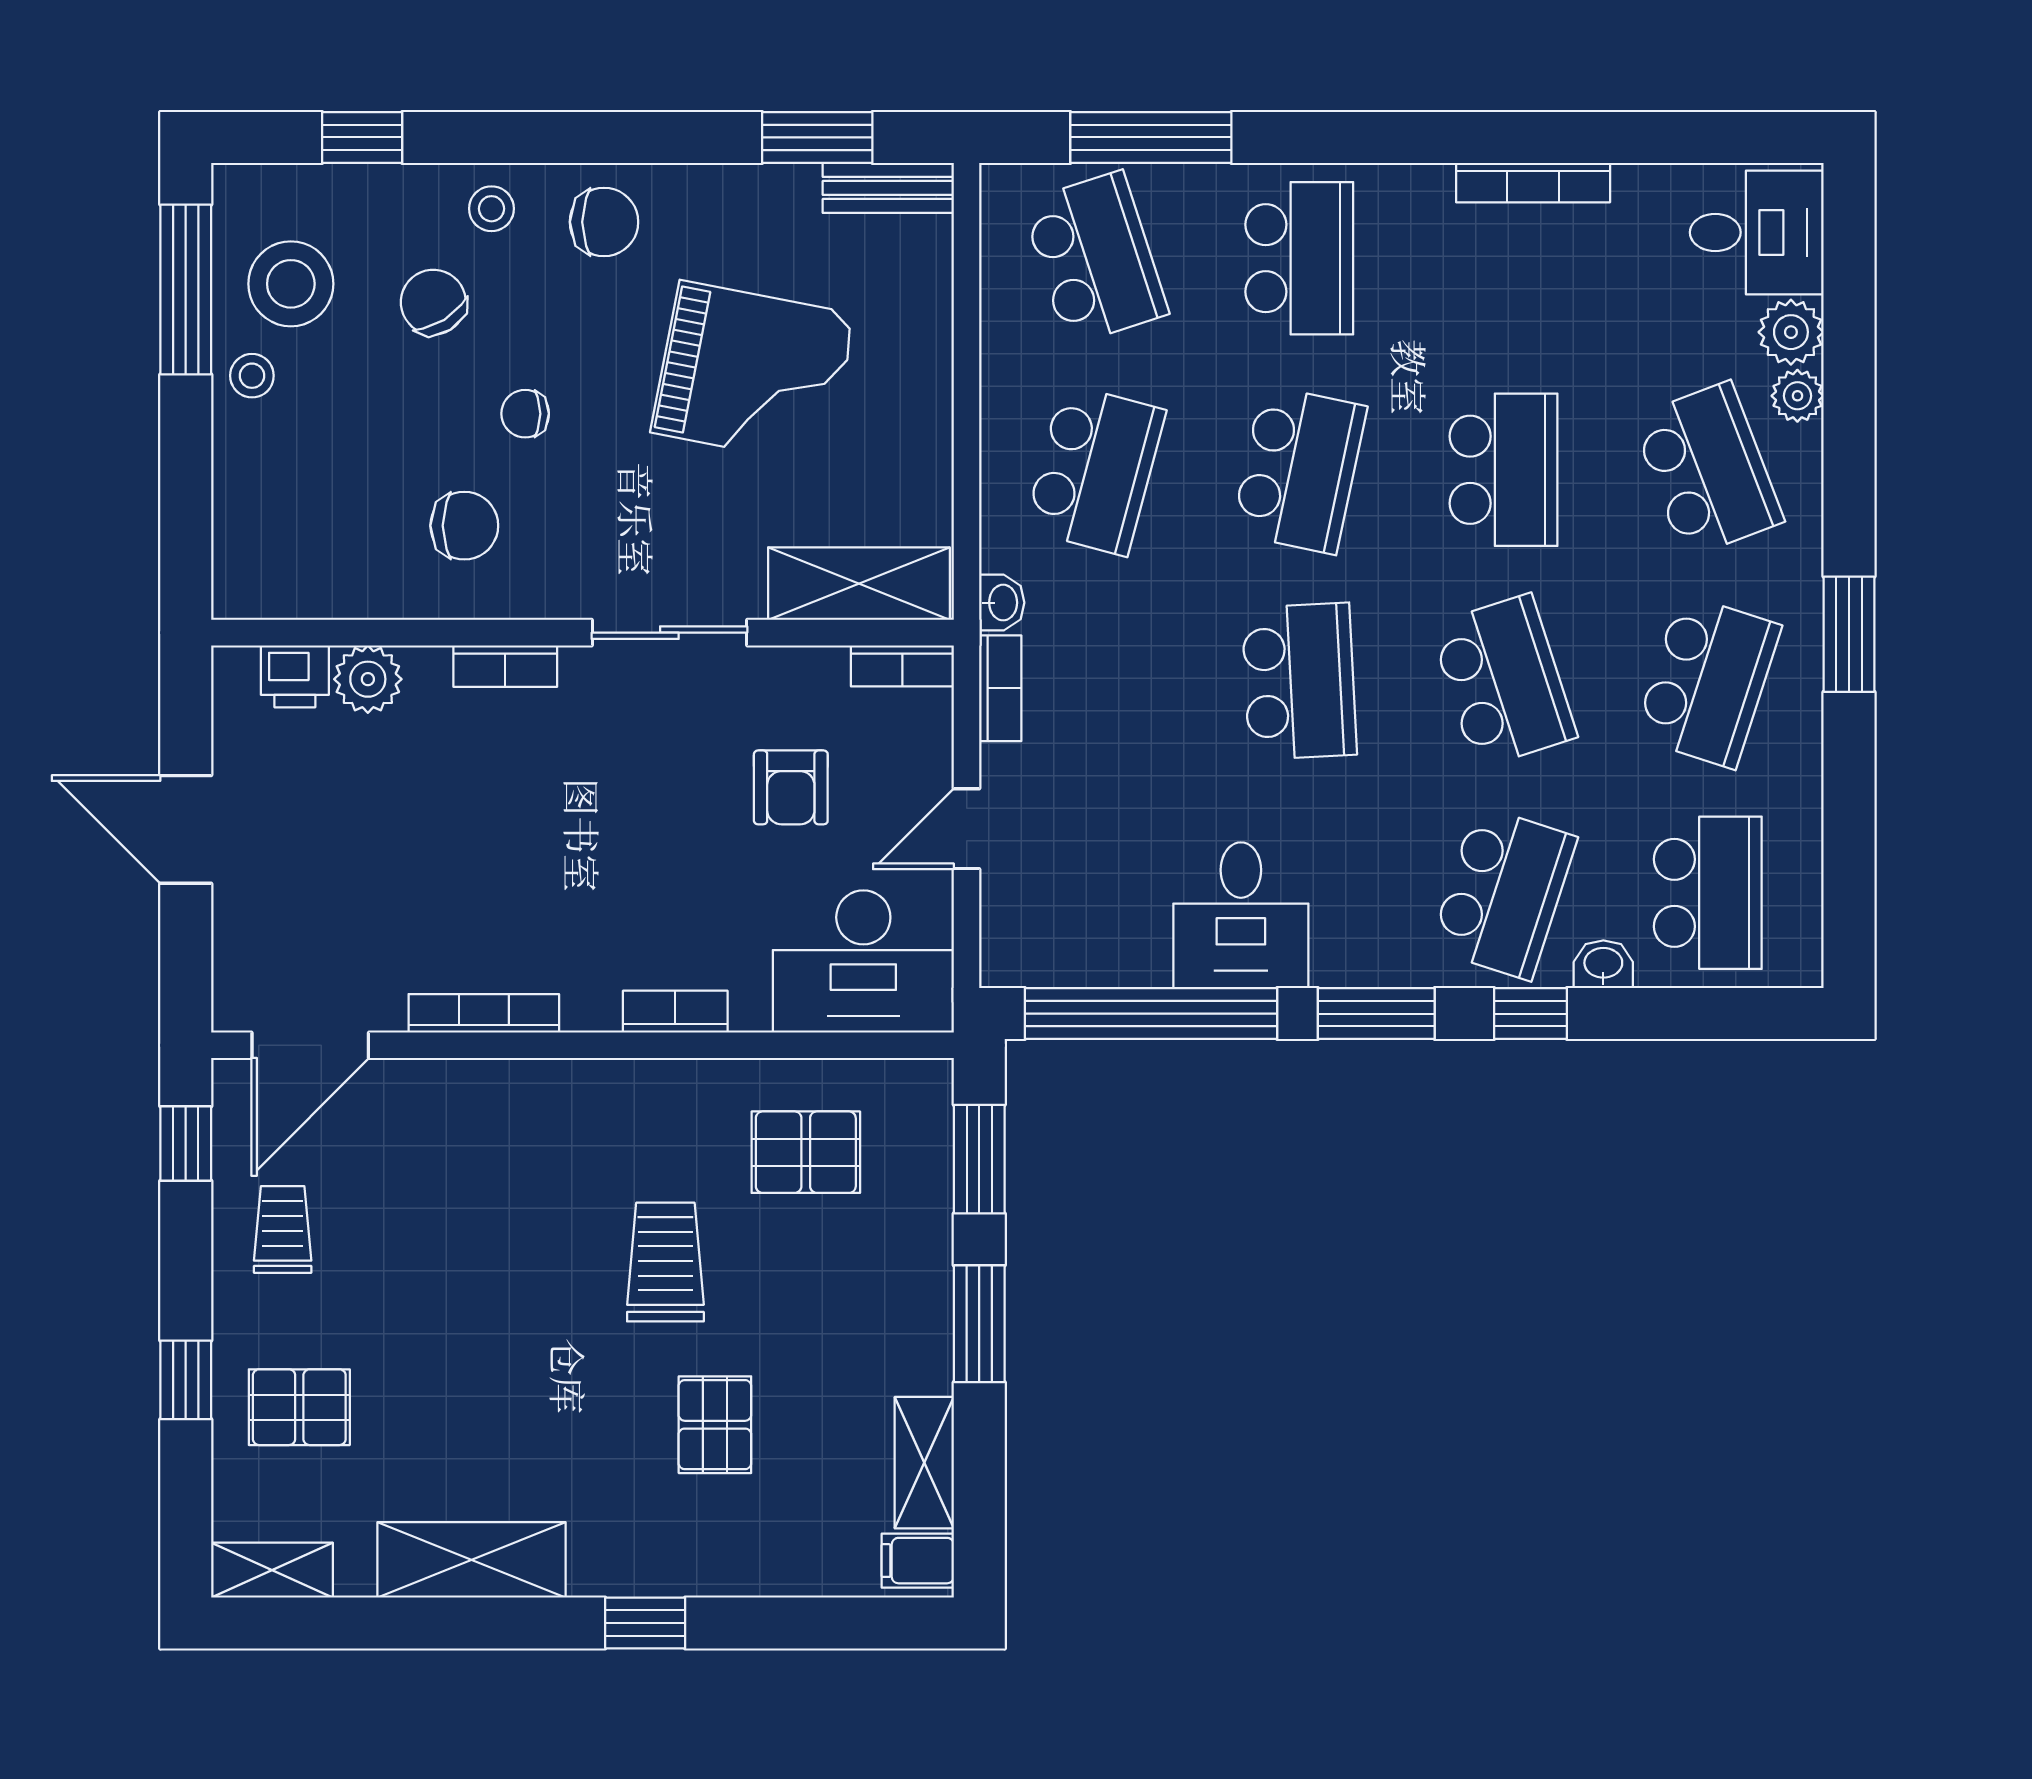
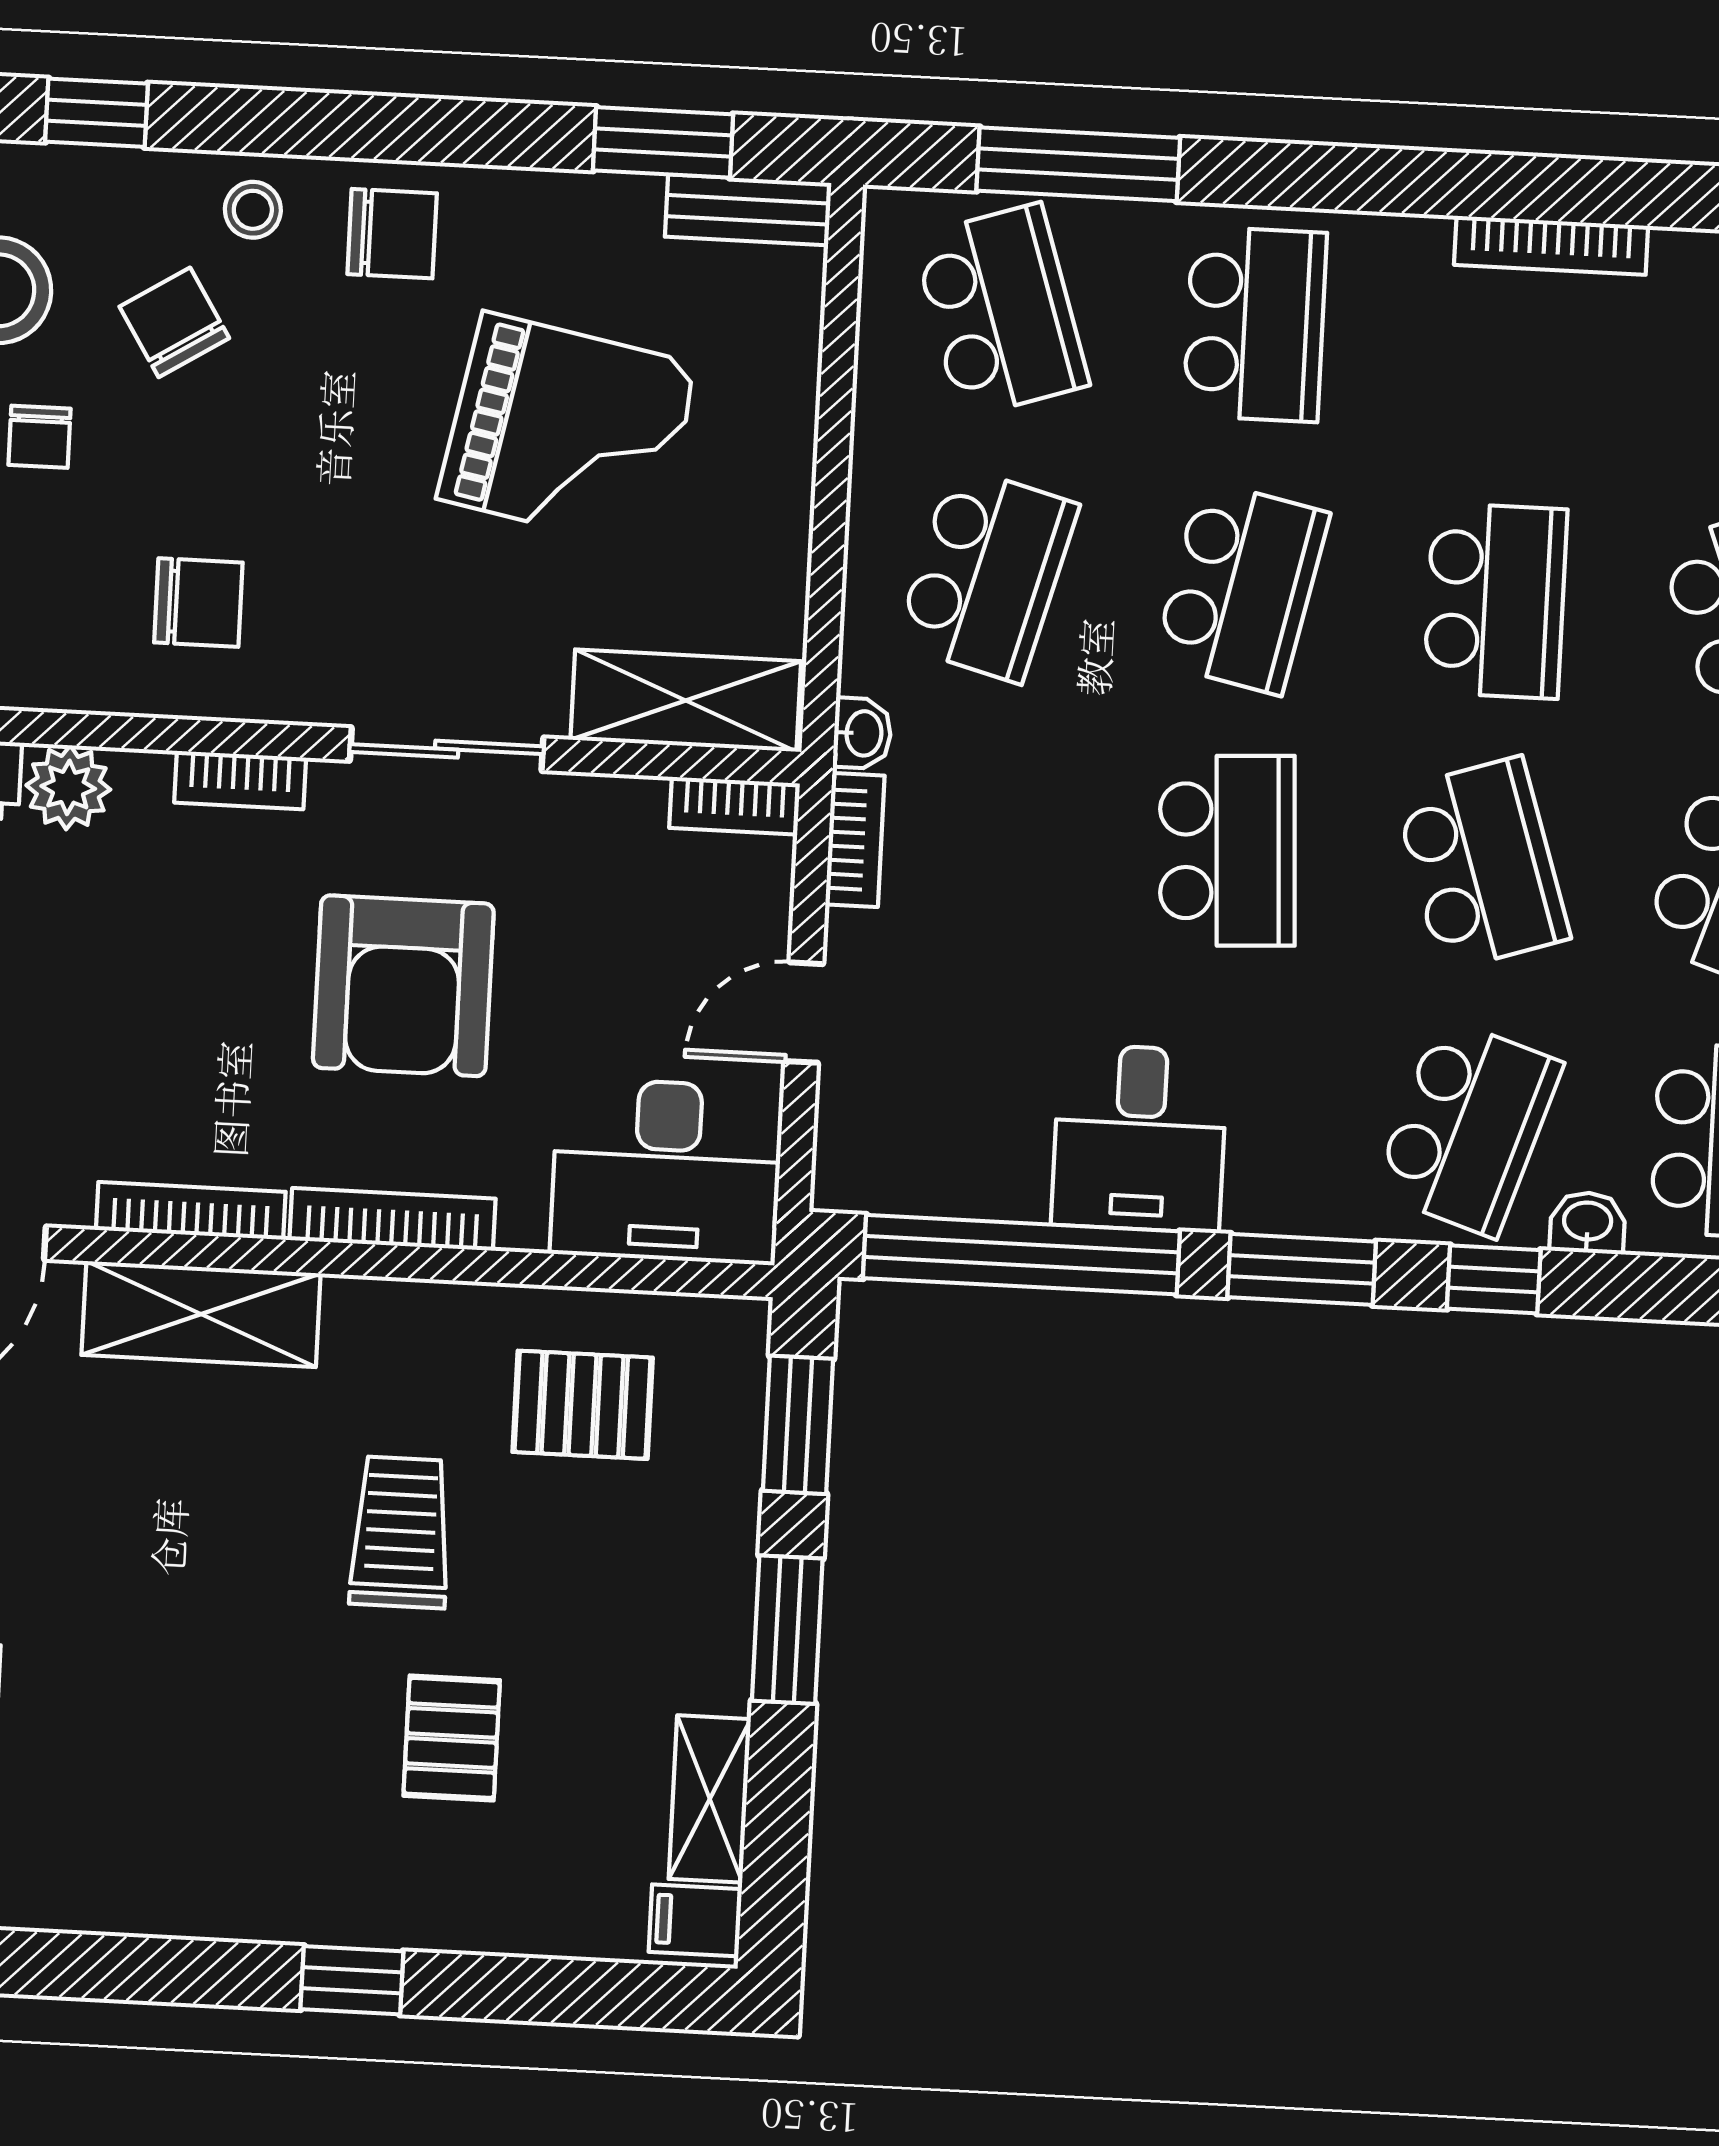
chair: (525, 414) -> (39, 437), moved, turned -90
armchair: (791, 787) -> (403, 986), moved, width x1.88, depth x1.88
bookcase: (675, 1012) -> (393, 1219), width x1.56
shelving: (472, 1560) -> (201, 1314), moved

